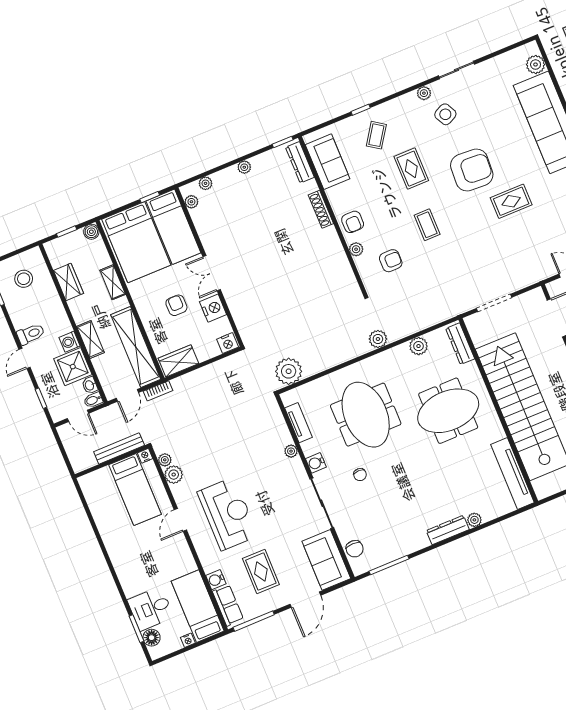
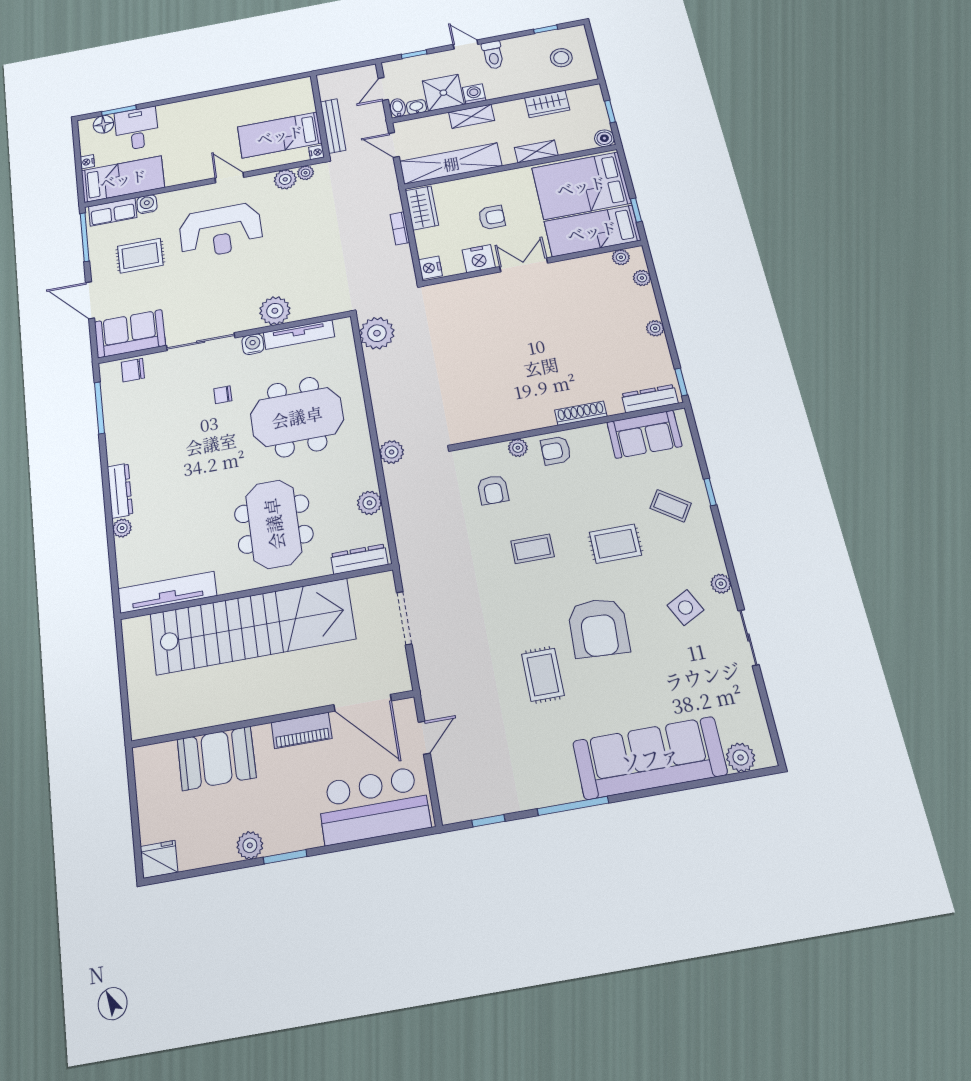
bookcase: (158, 391) -> (400, 228), moved
tv unit: (298, 423) -> (299, 335), width x1.41
plant: (291, 451) -> (275, 311), width x1.88, depth x1.88

